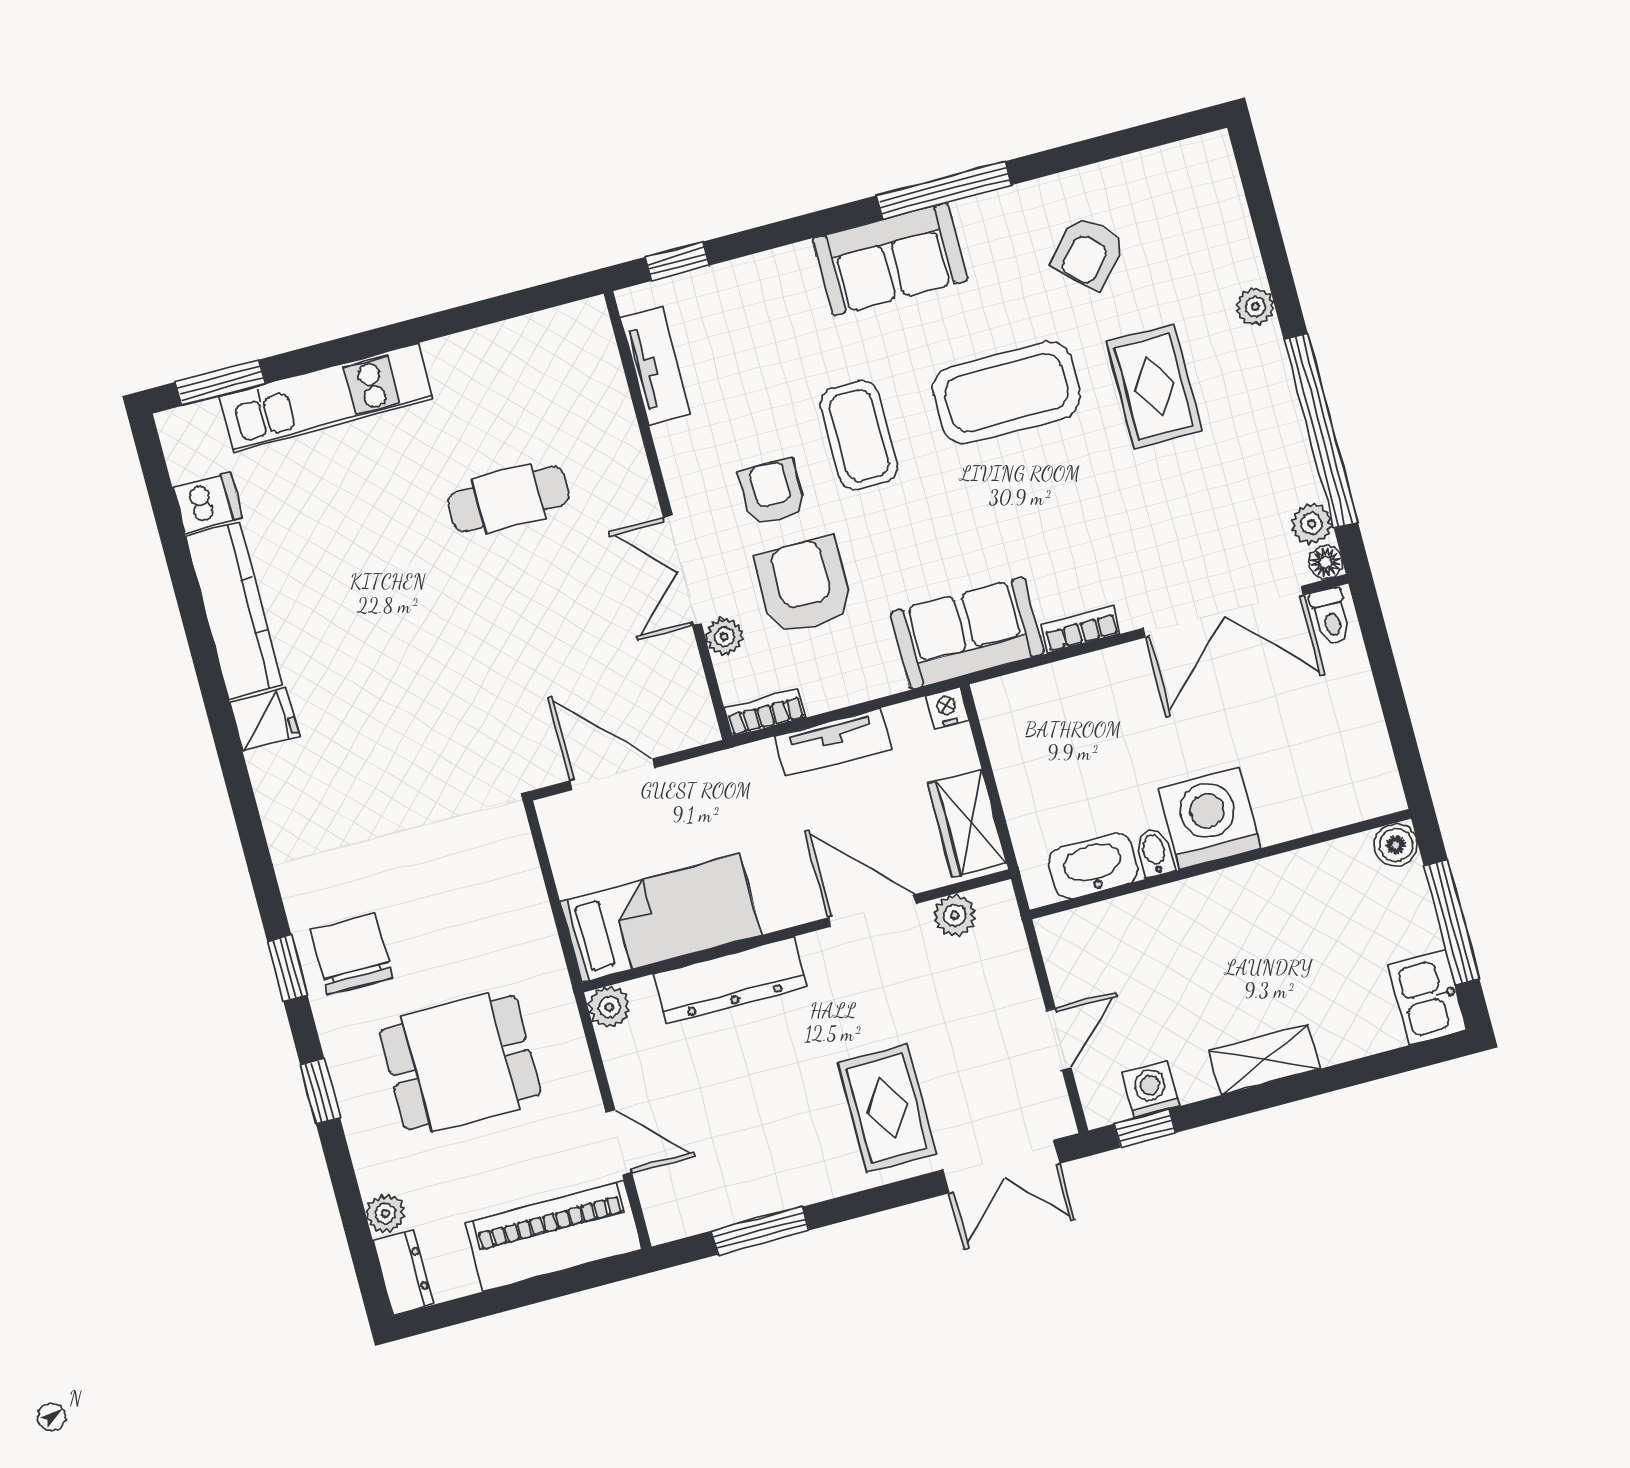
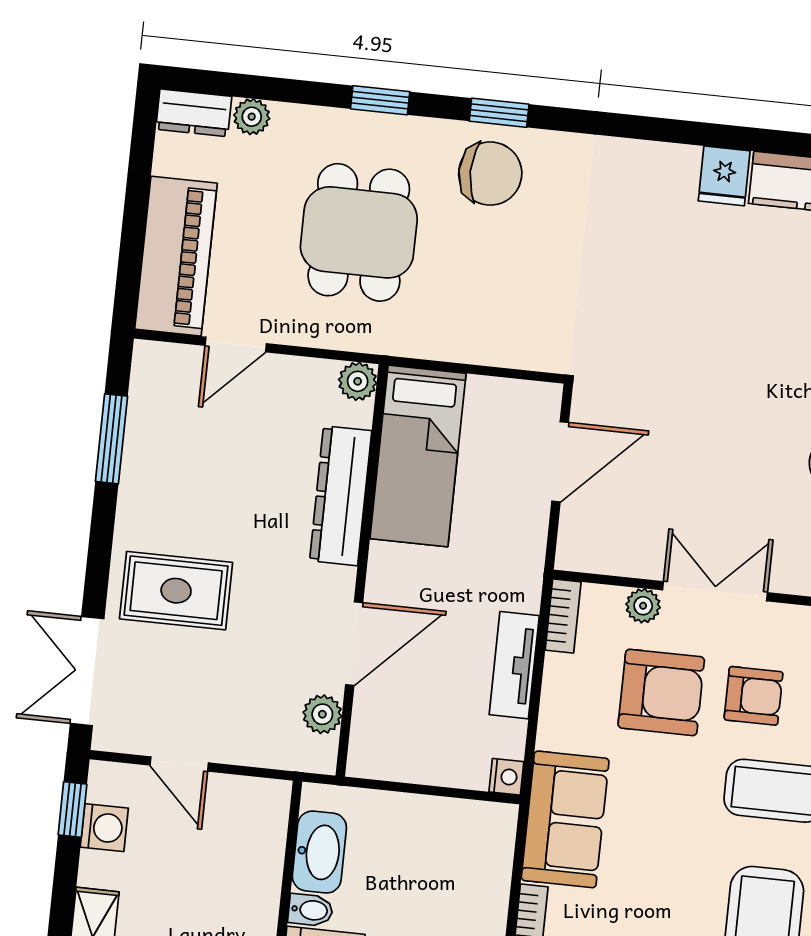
wardrobe: (967, 823) -> (399, 756), removed

